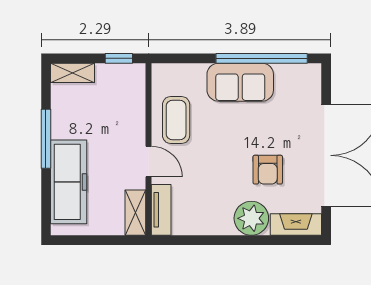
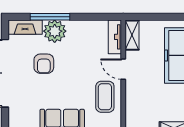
armchair: (268, 170) -> (44, 64), turned 180
window: (258, 240) -> (50, 17), added

